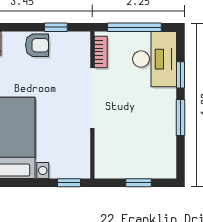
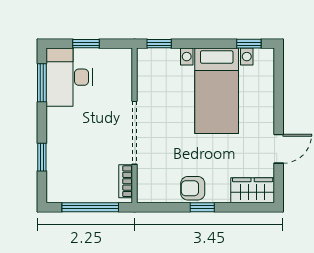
window: (56, 27) -> (202, 207), moved
desk: (155, 59) -> (69, 77), moved
window: (180, 118) -> (42, 83), moved

